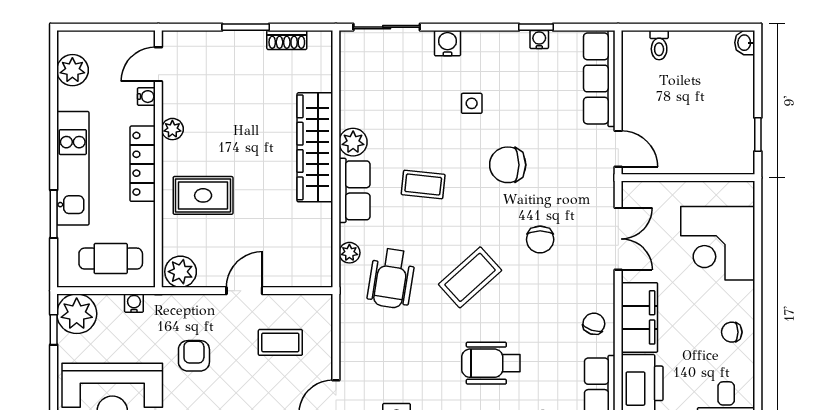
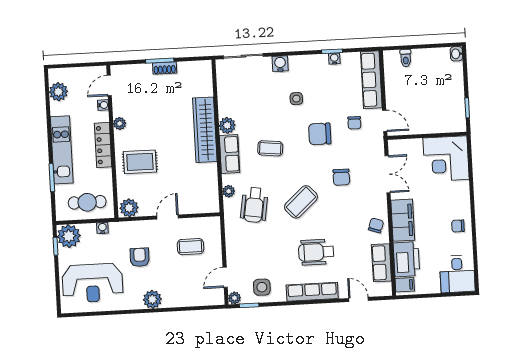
shoe rack: (287, 40) -> (165, 68), moved
chair: (567, 149) -> (354, 123), added
corner desk: (718, 243) -> (446, 159), moved

